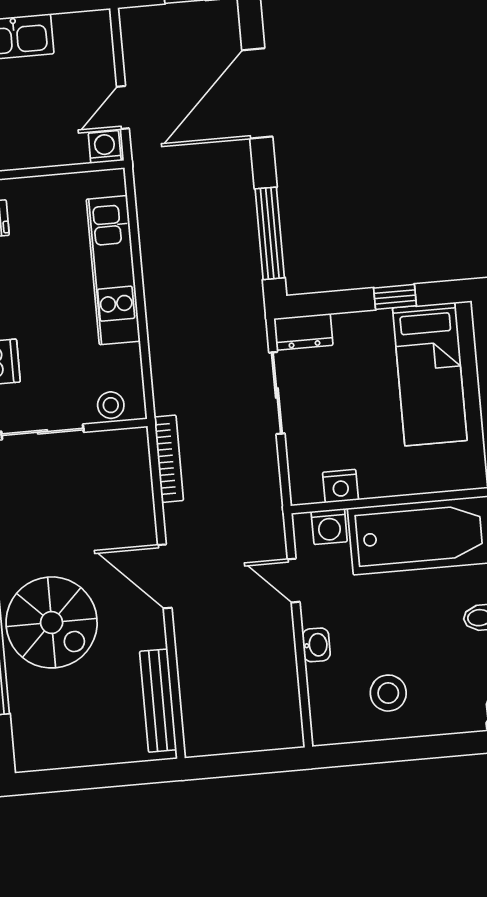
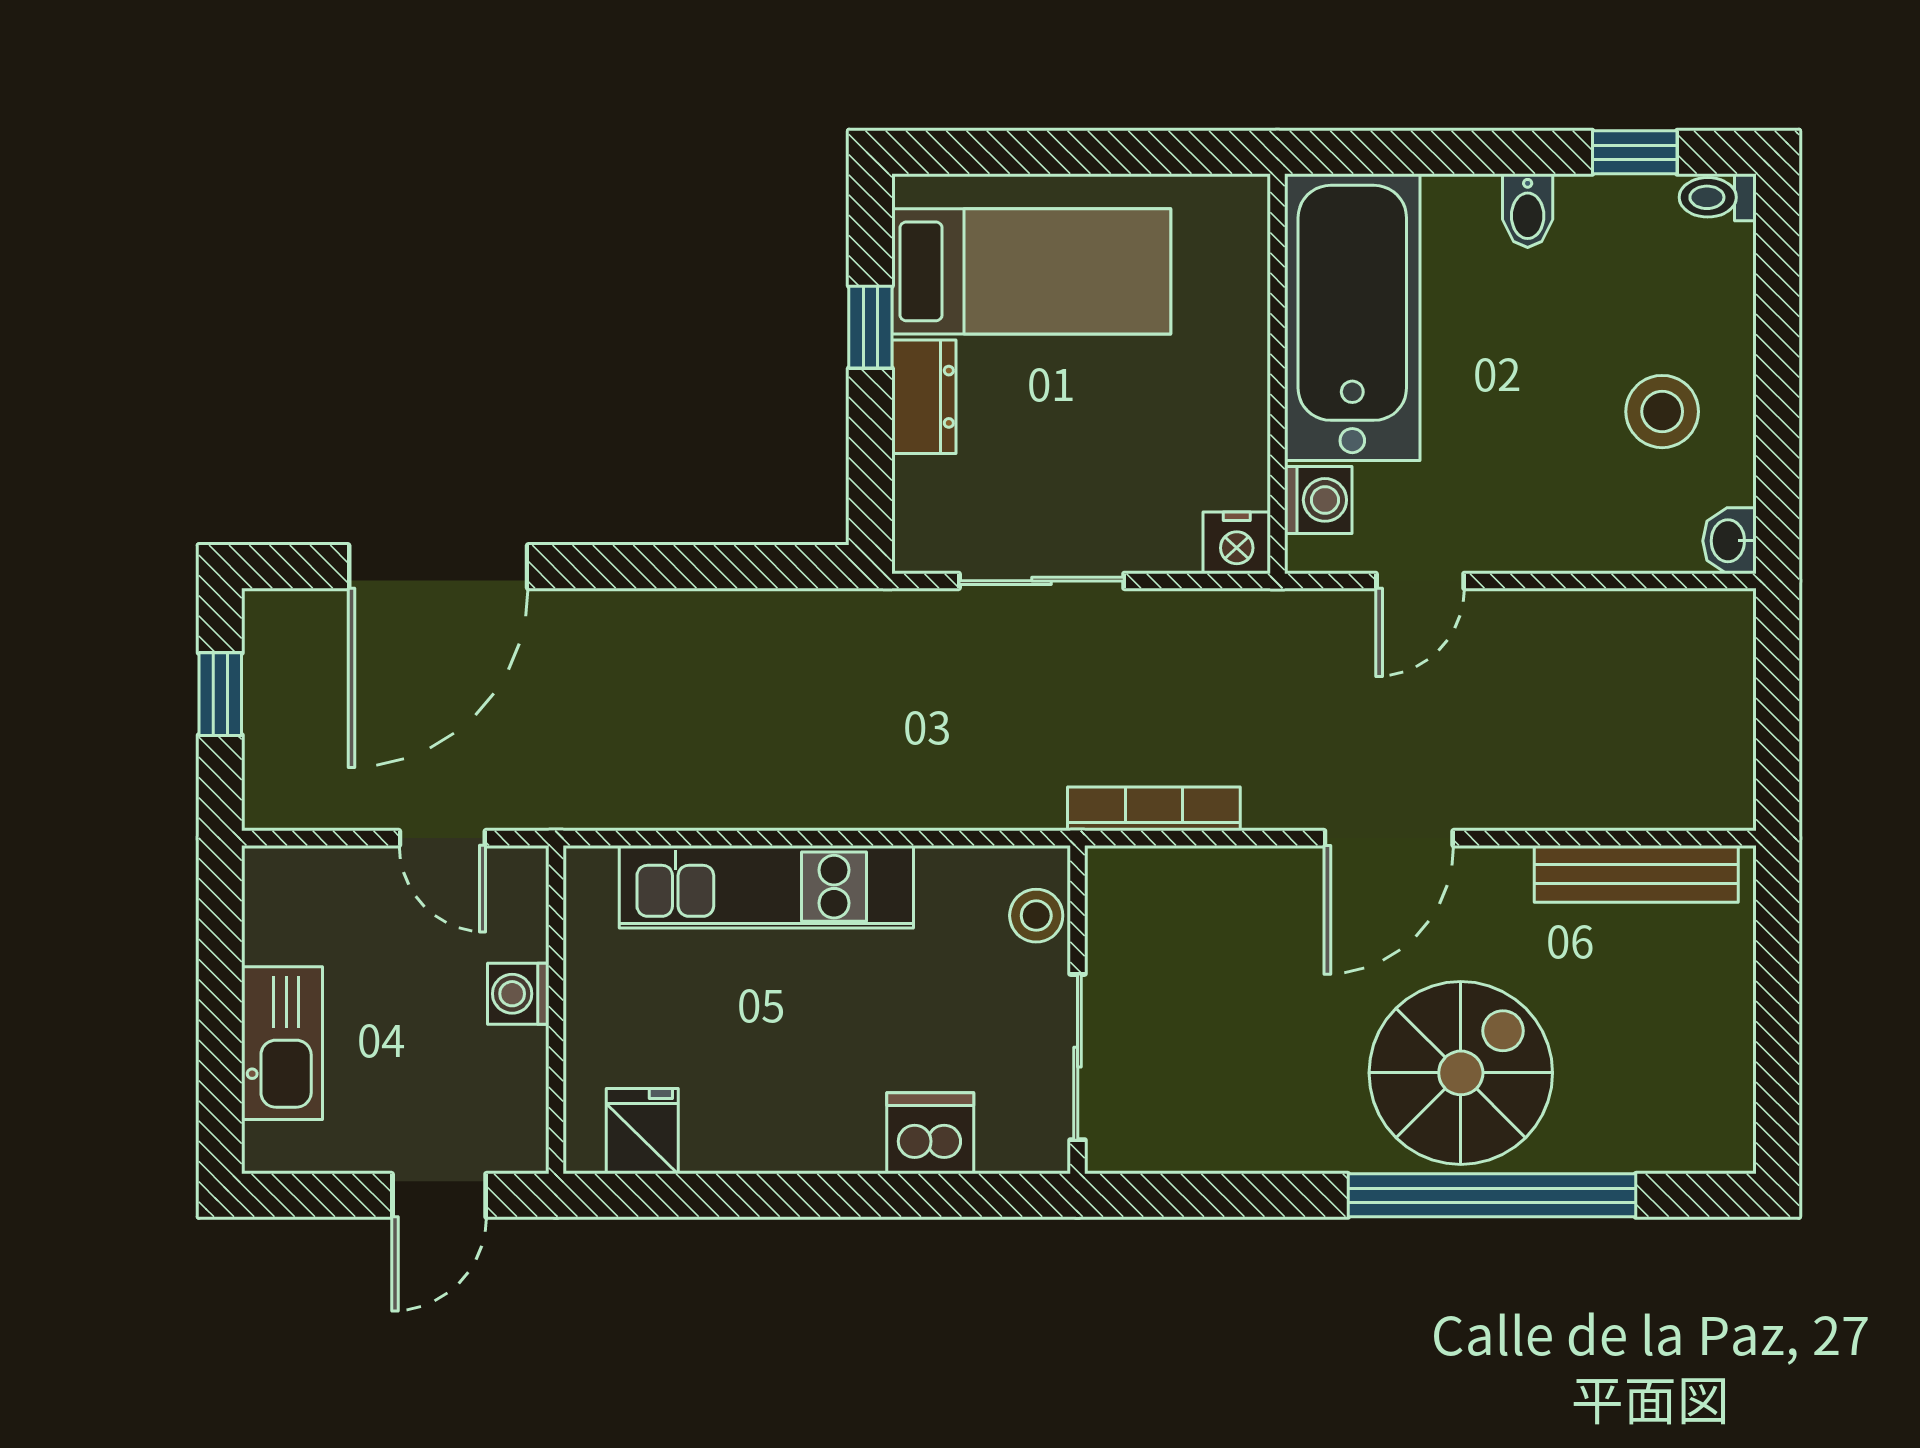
door: (257, 93) -> (438, 567), hinge flipped
washing machine: (105, 147) -> (518, 994), moved
window: (270, 233) -> (721, 567), removed
dresser: (303, 332) -> (924, 397), moved
nightstand: (341, 486) -> (1237, 543), moved, turned 90
washbasin: (316, 645) -> (1729, 541), moved, turned -90

